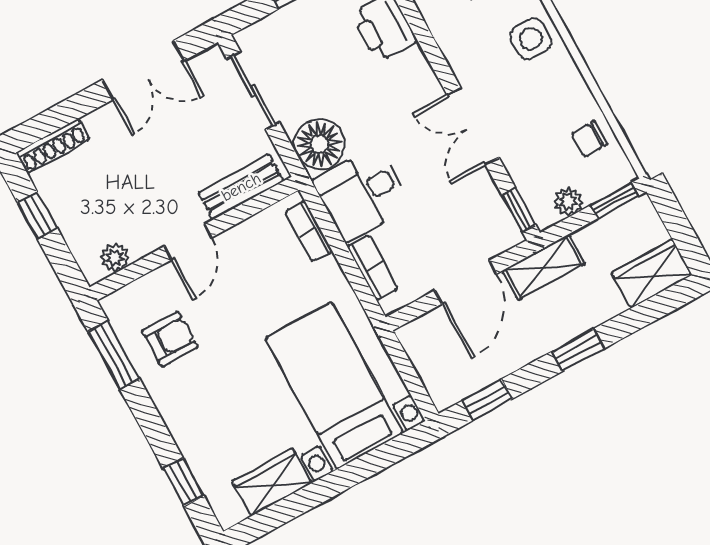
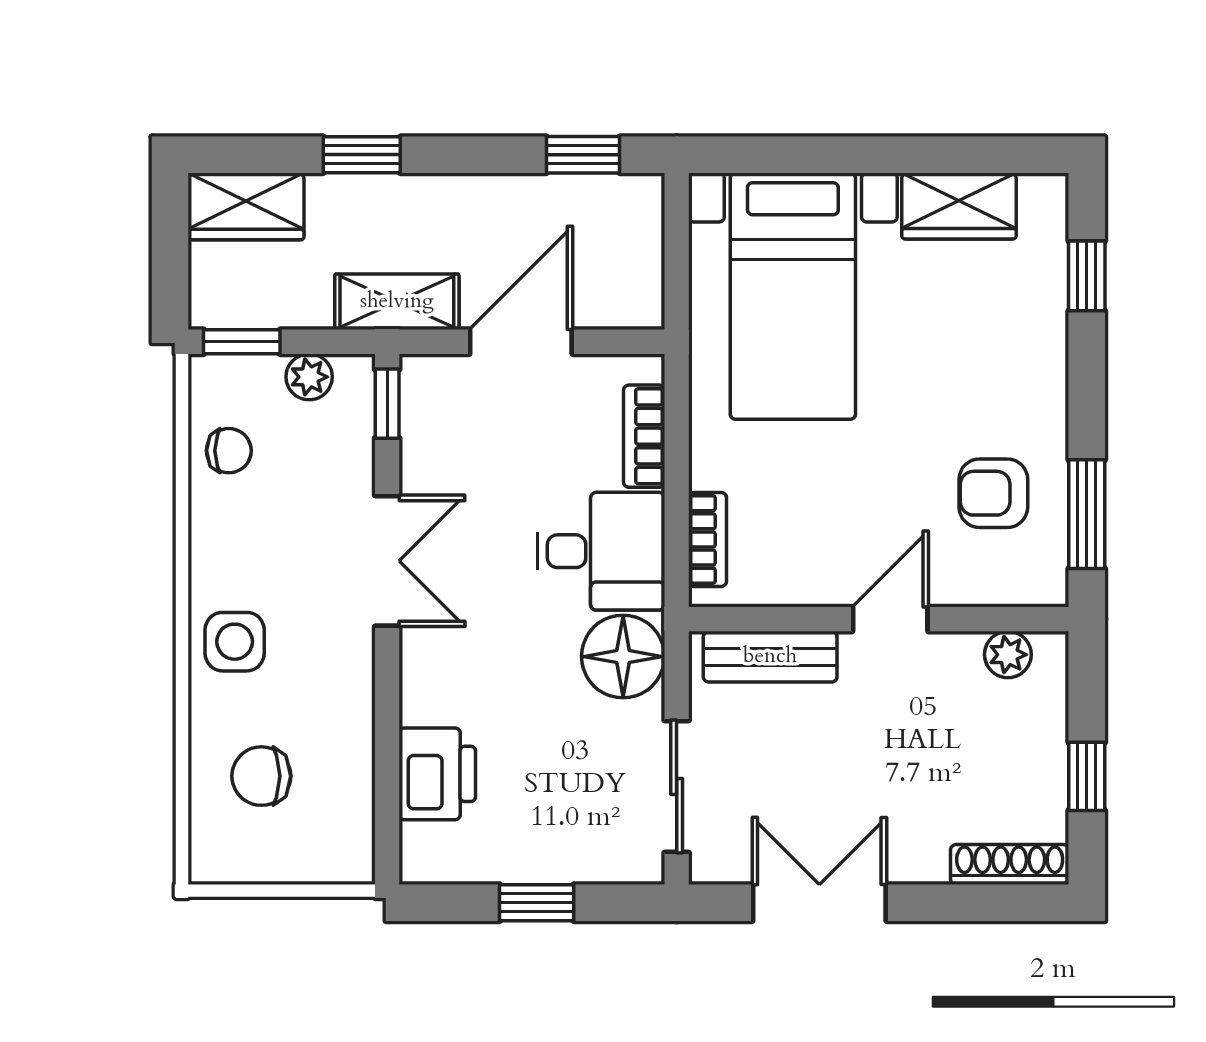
window: (578, 350) -> (362, 155), moved

